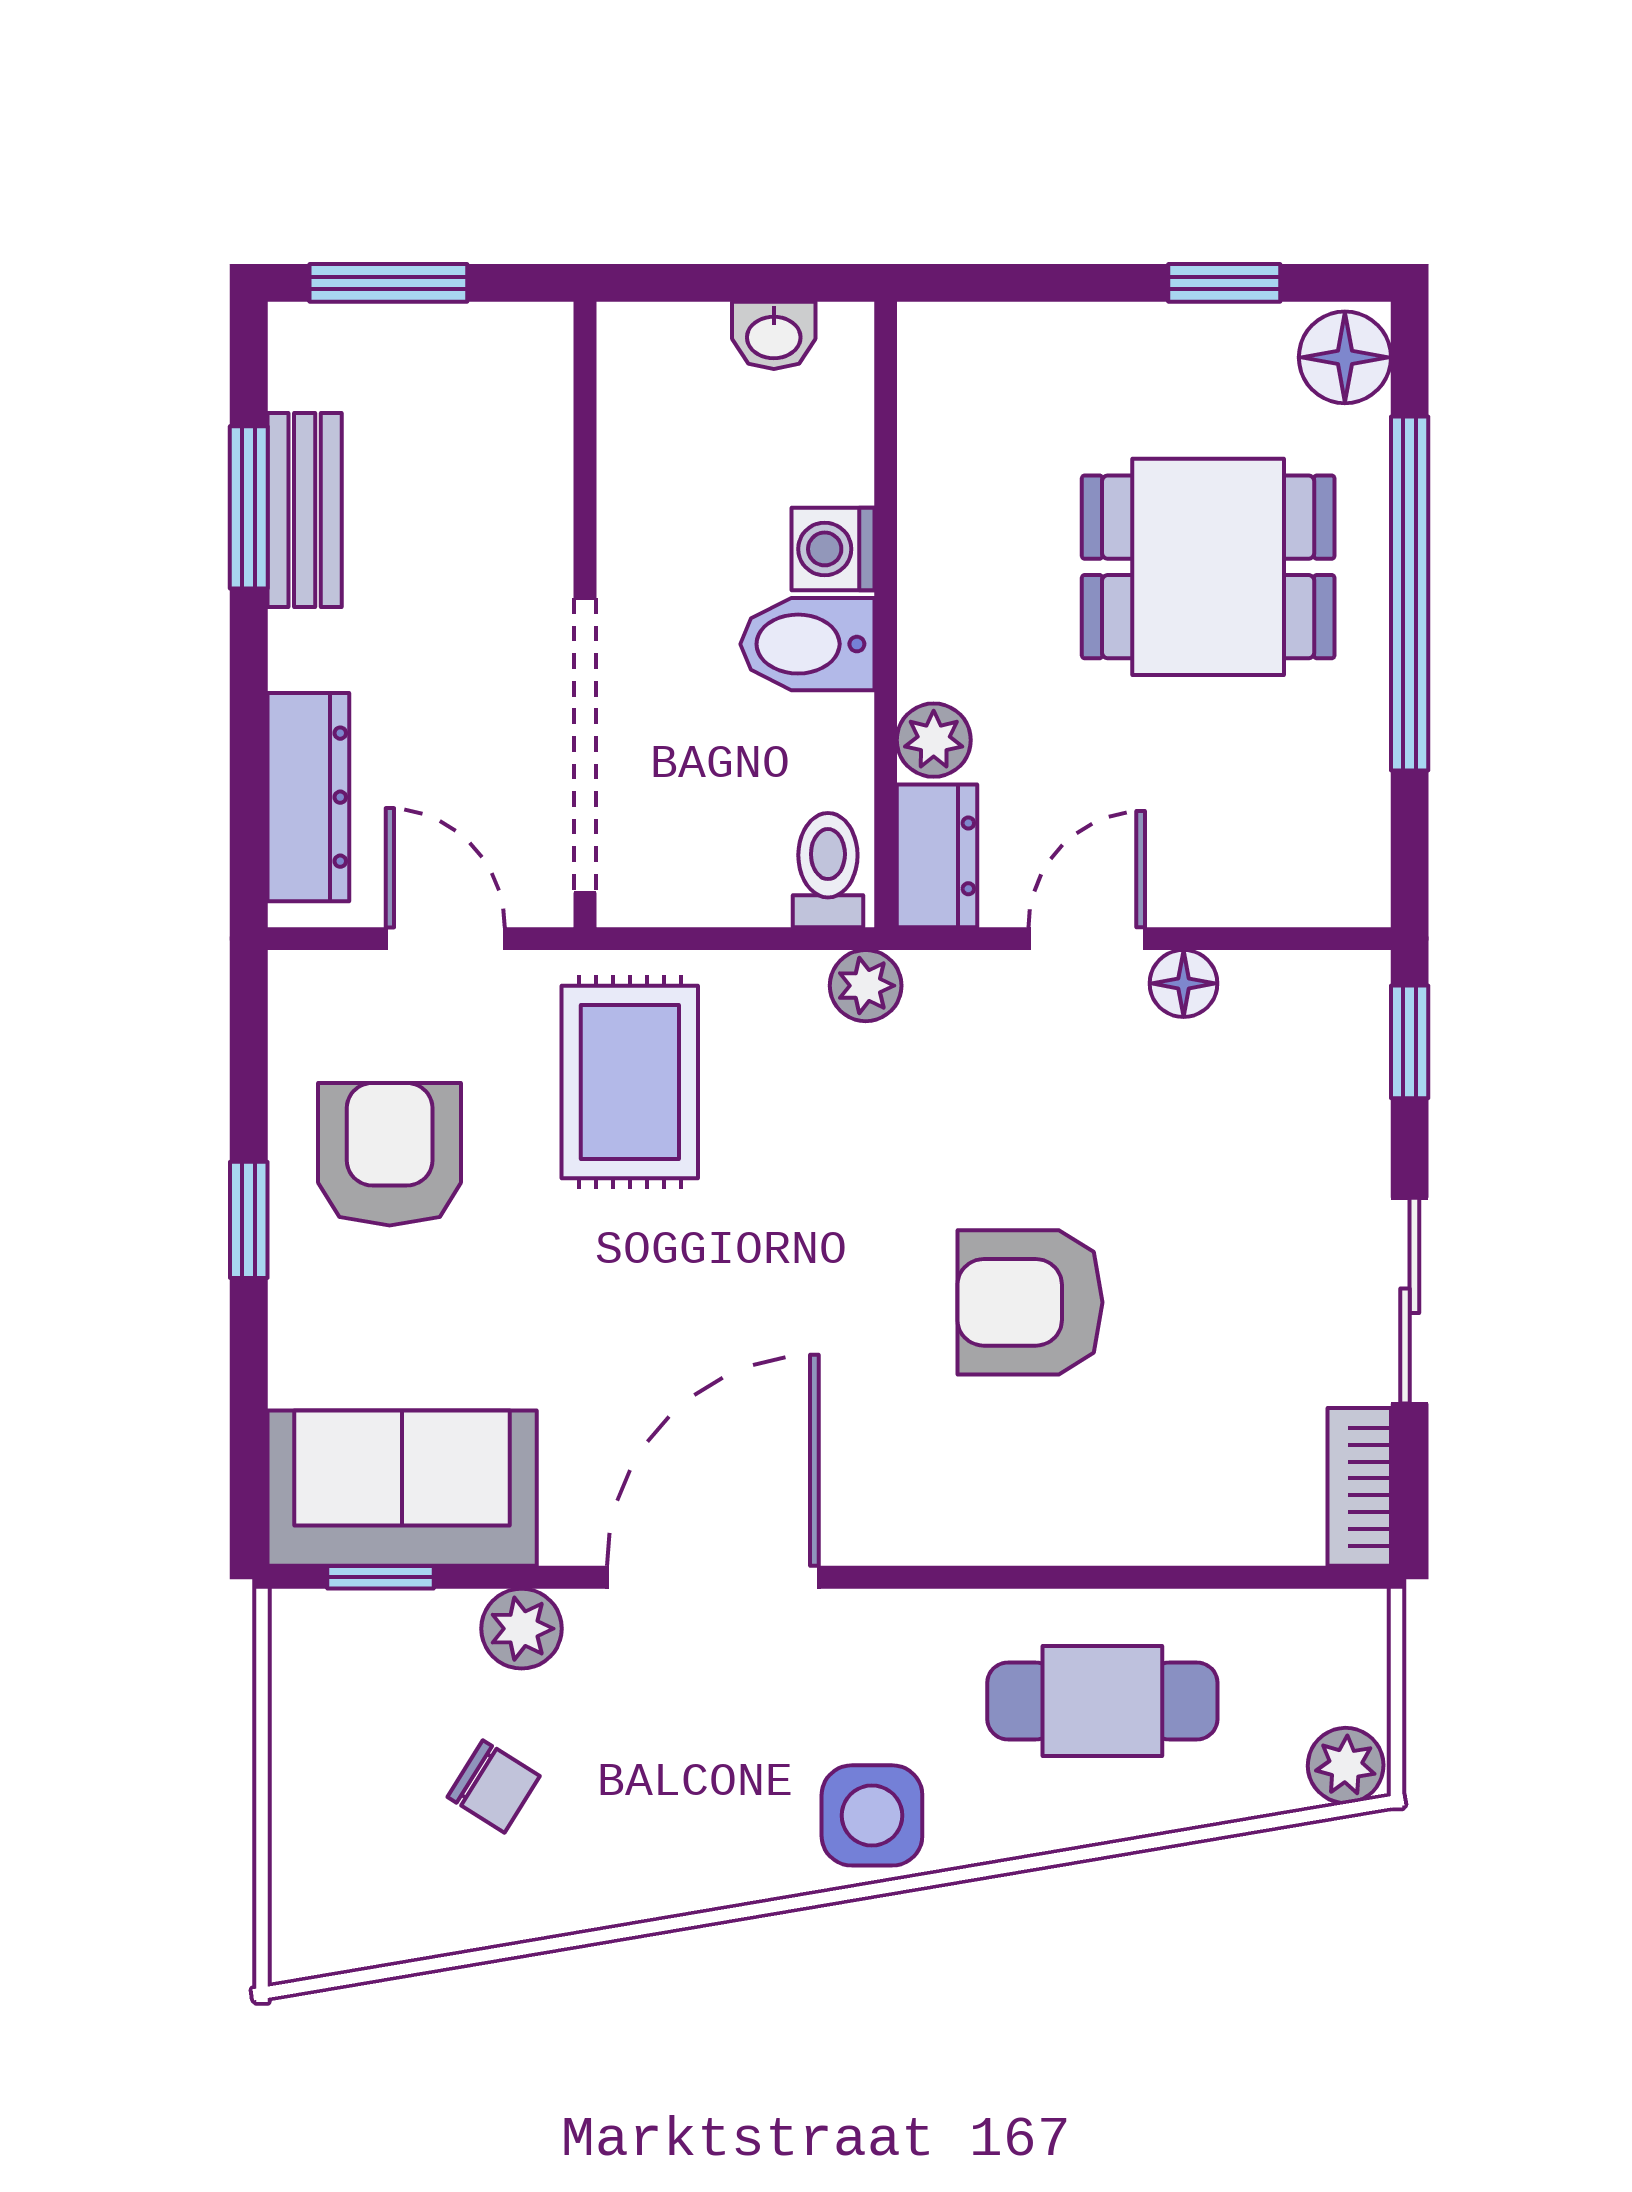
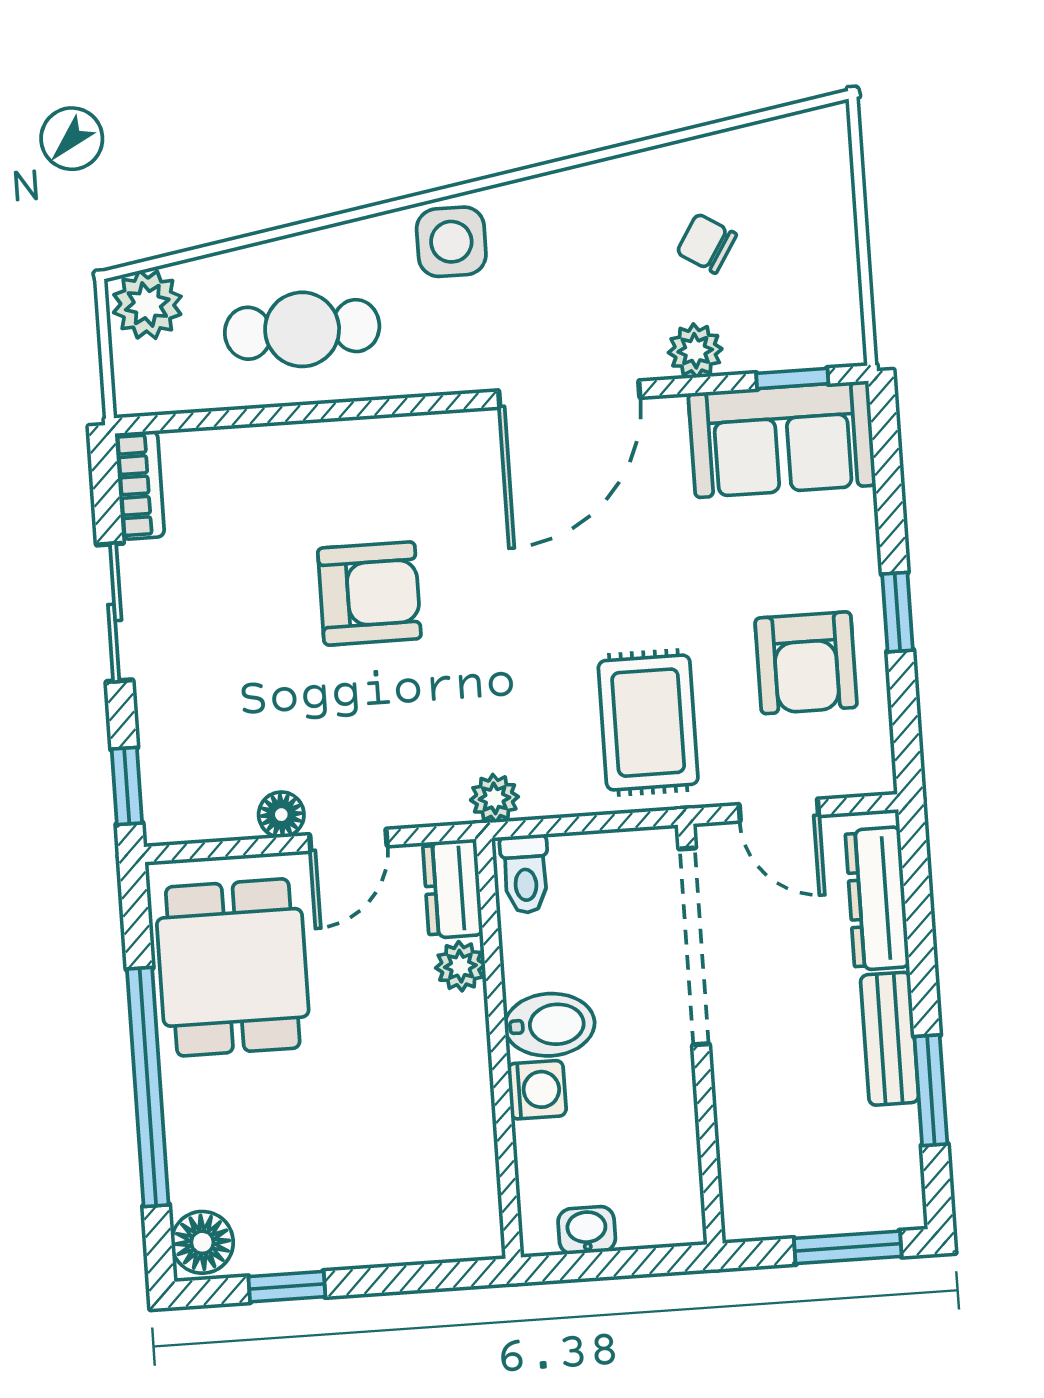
bench: (305, 510) -> (890, 1039), moved
dining table: (1208, 567) -> (233, 967), moved, turned 90
plant: (1346, 1765) -> (147, 305), width x1.38, depth x1.38

